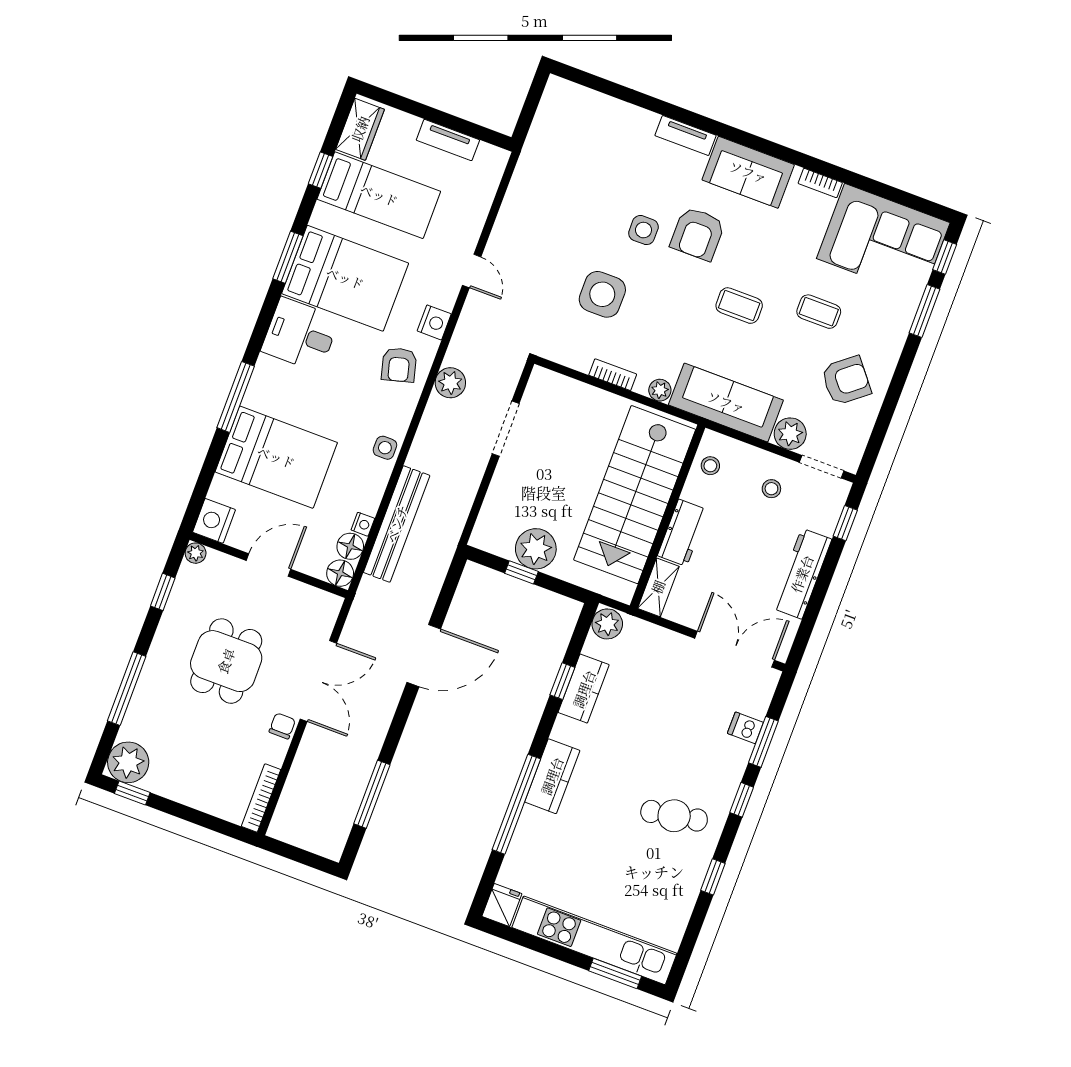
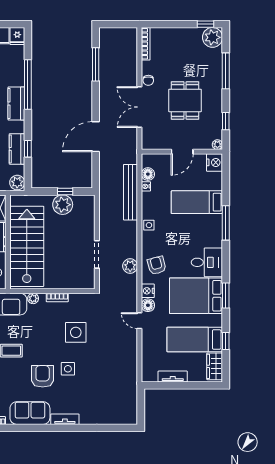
bed: (276, 457) -> (197, 202), width x0.67
floor lamp: (340, 573) -> (148, 305), moved

